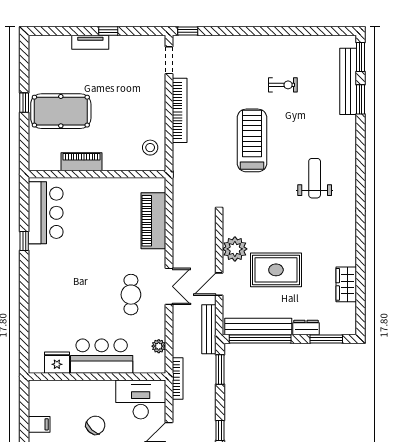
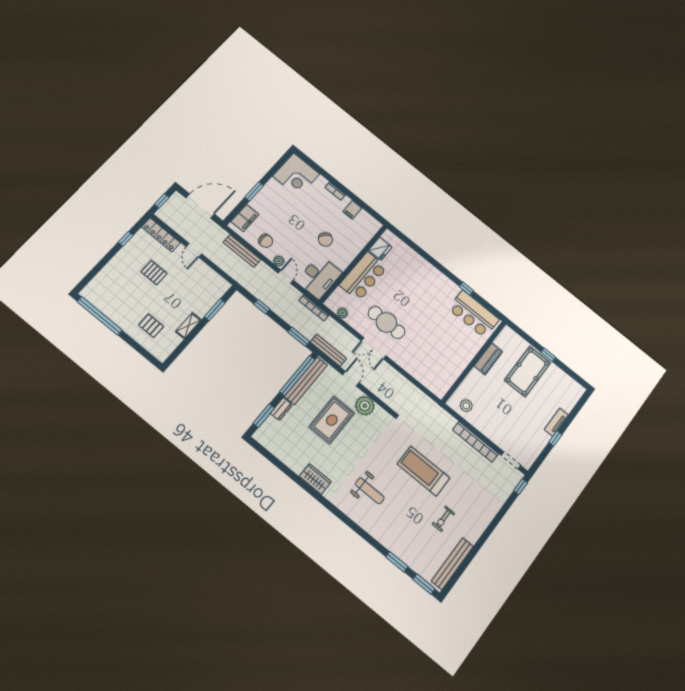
bench: (348, 81) -> (452, 564), moved, turned 90
treadmill: (252, 140) -> (423, 471), turned 180
piano: (153, 221) -> (420, 372), removed
wardrobe: (346, 284) -> (315, 479), moved
cafe table: (131, 295) -> (386, 322), width x1.37, depth x1.35

